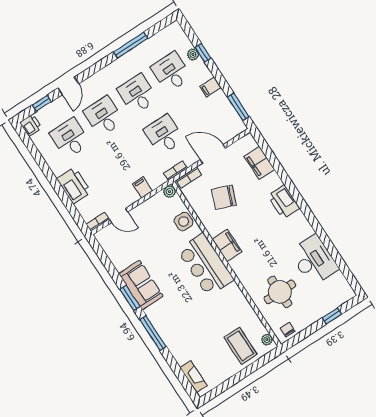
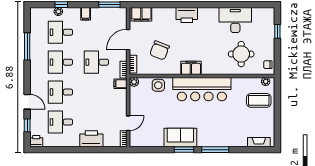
filing cabinet: (259, 163) -> (141, 14), moved
filing cabinet: (143, 187) -> (120, 84), moved
bar counter: (206, 265) -> (202, 89), width x1.36

